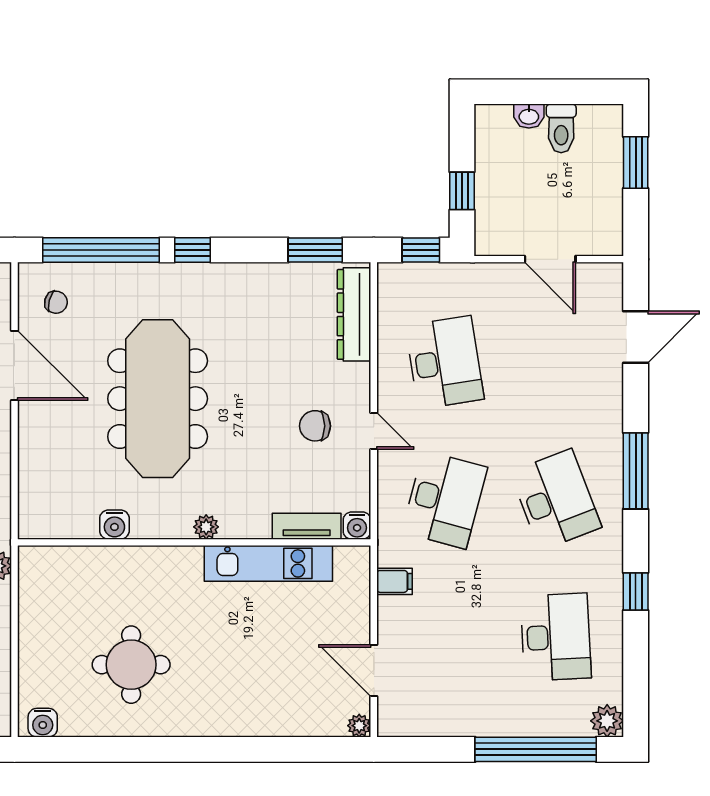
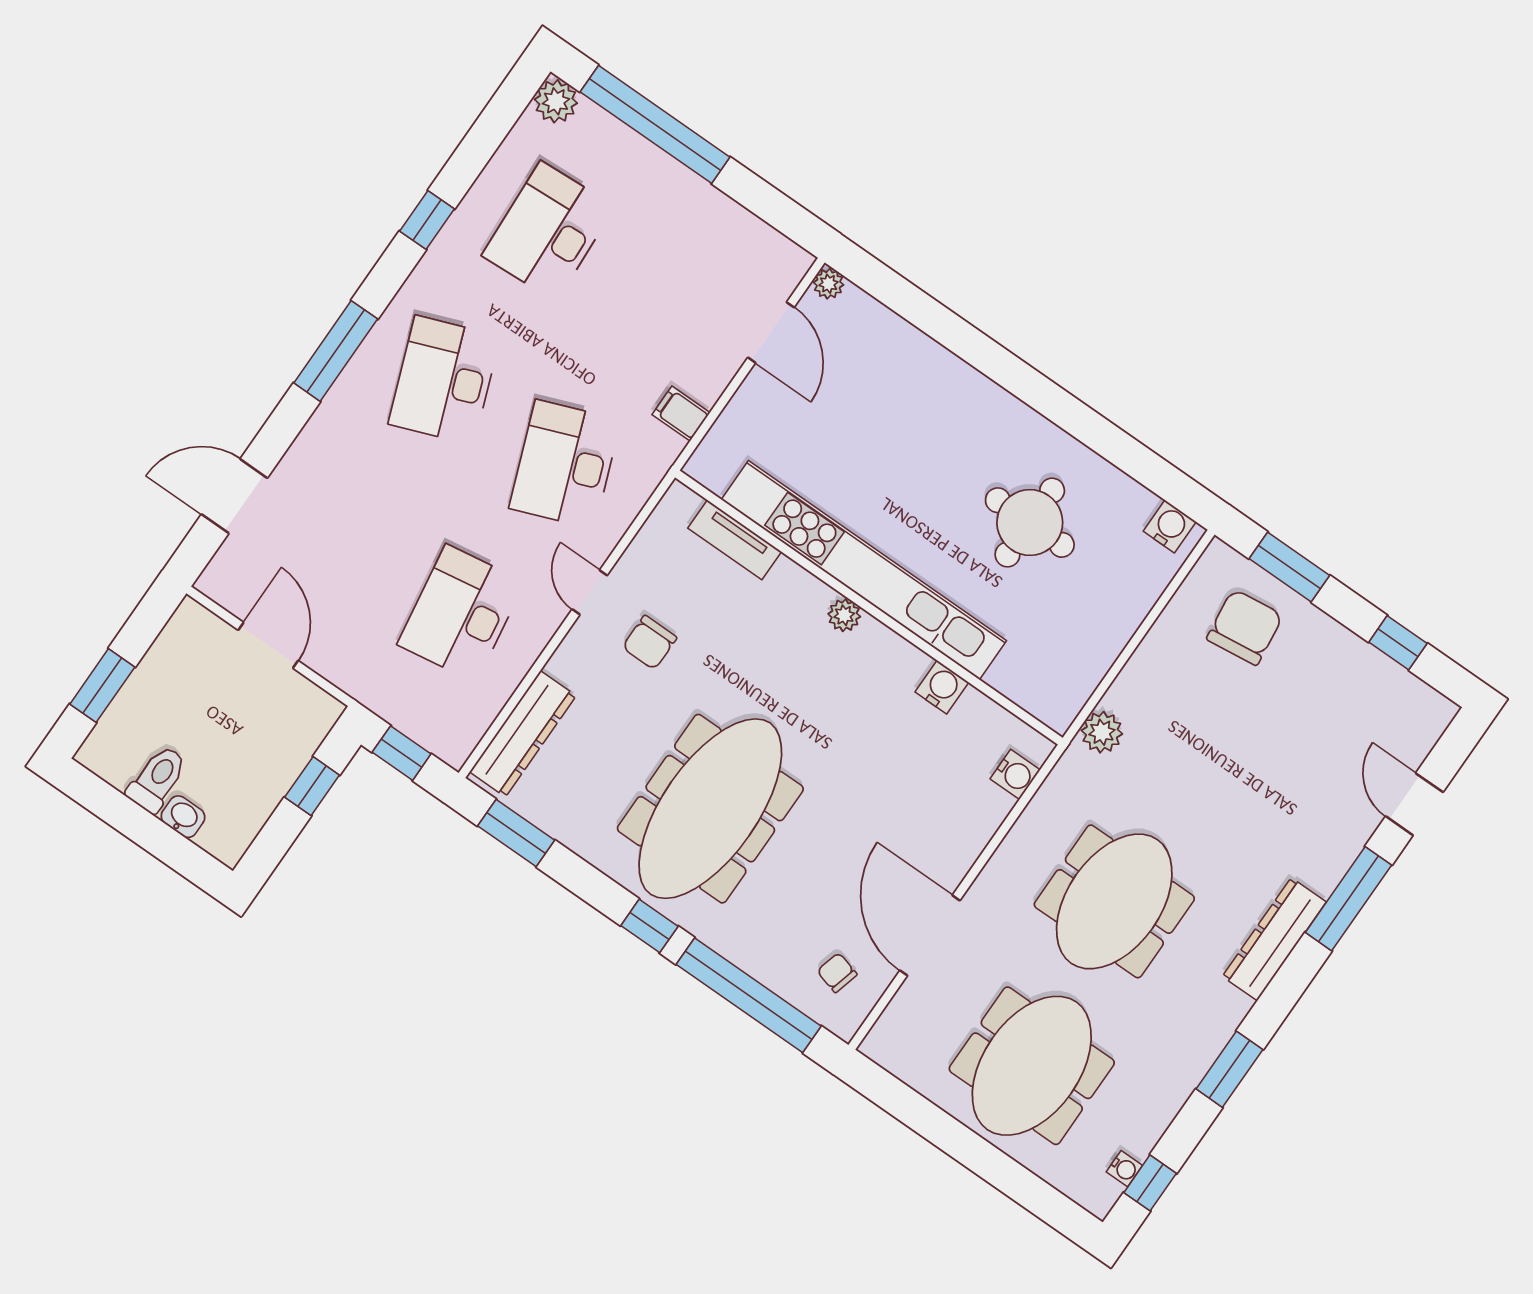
meeting table: (158, 399) -> (710, 809), moved
chair: (315, 426) -> (650, 642), turned 90
desk: (445, 500) -> (565, 464), turned -36
water cooler: (357, 526) -> (1015, 774), moved, turned 90
kitchen unit: (268, 563) -> (864, 570), width x1.86

